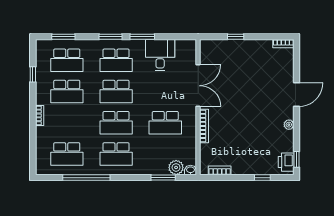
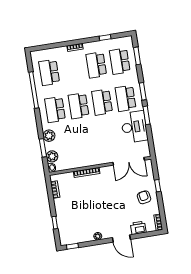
desk: (160, 55) -> (134, 127), width x1.37
armchair: (248, 57) -> (144, 197), added
double door: (198, 86) -> (129, 161), moved
school desk: (165, 123) -> (84, 143), removed
printer: (286, 162) -> (138, 228), moved
plant: (149, 167) -> (49, 136), added

